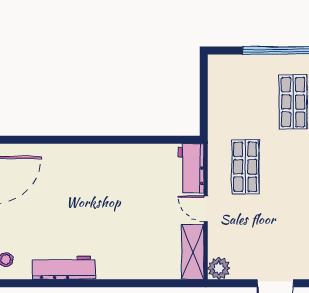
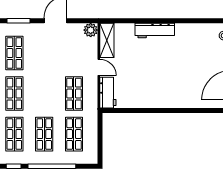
shop shelf: (245, 102) -> (74, 134), added
workbench: (64, 268) -> (155, 31), moved

